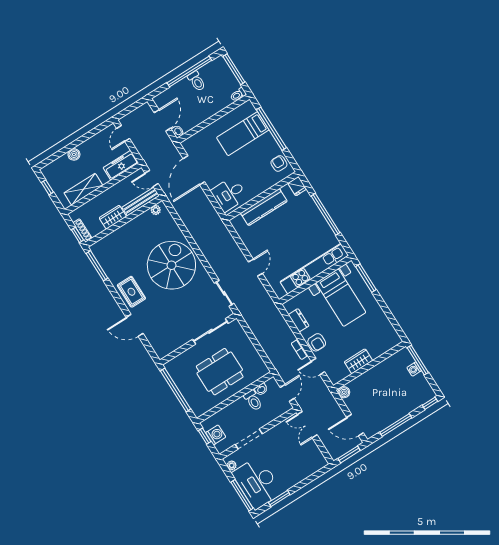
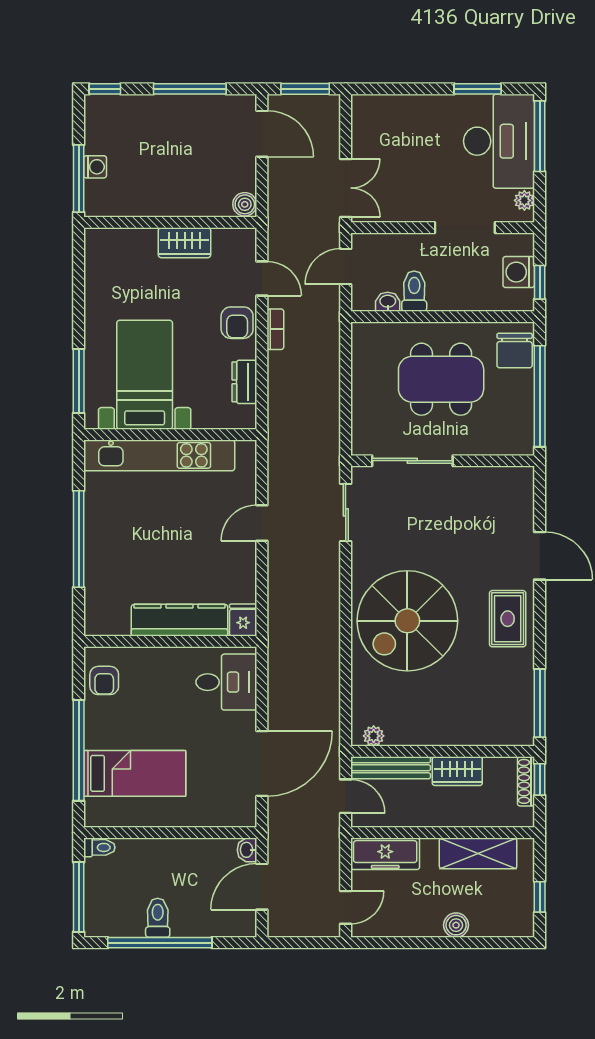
fridge: (297, 186) -> (243, 620), moved
armchair: (317, 342) -> (237, 323), turned 180
chair: (197, 402) -> (515, 351), added

